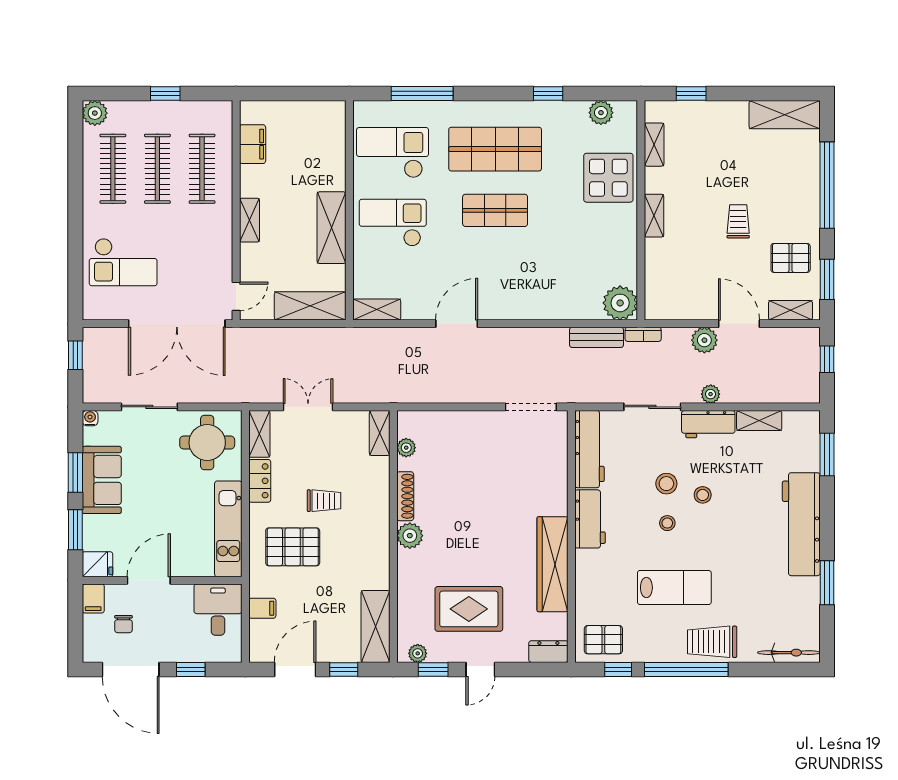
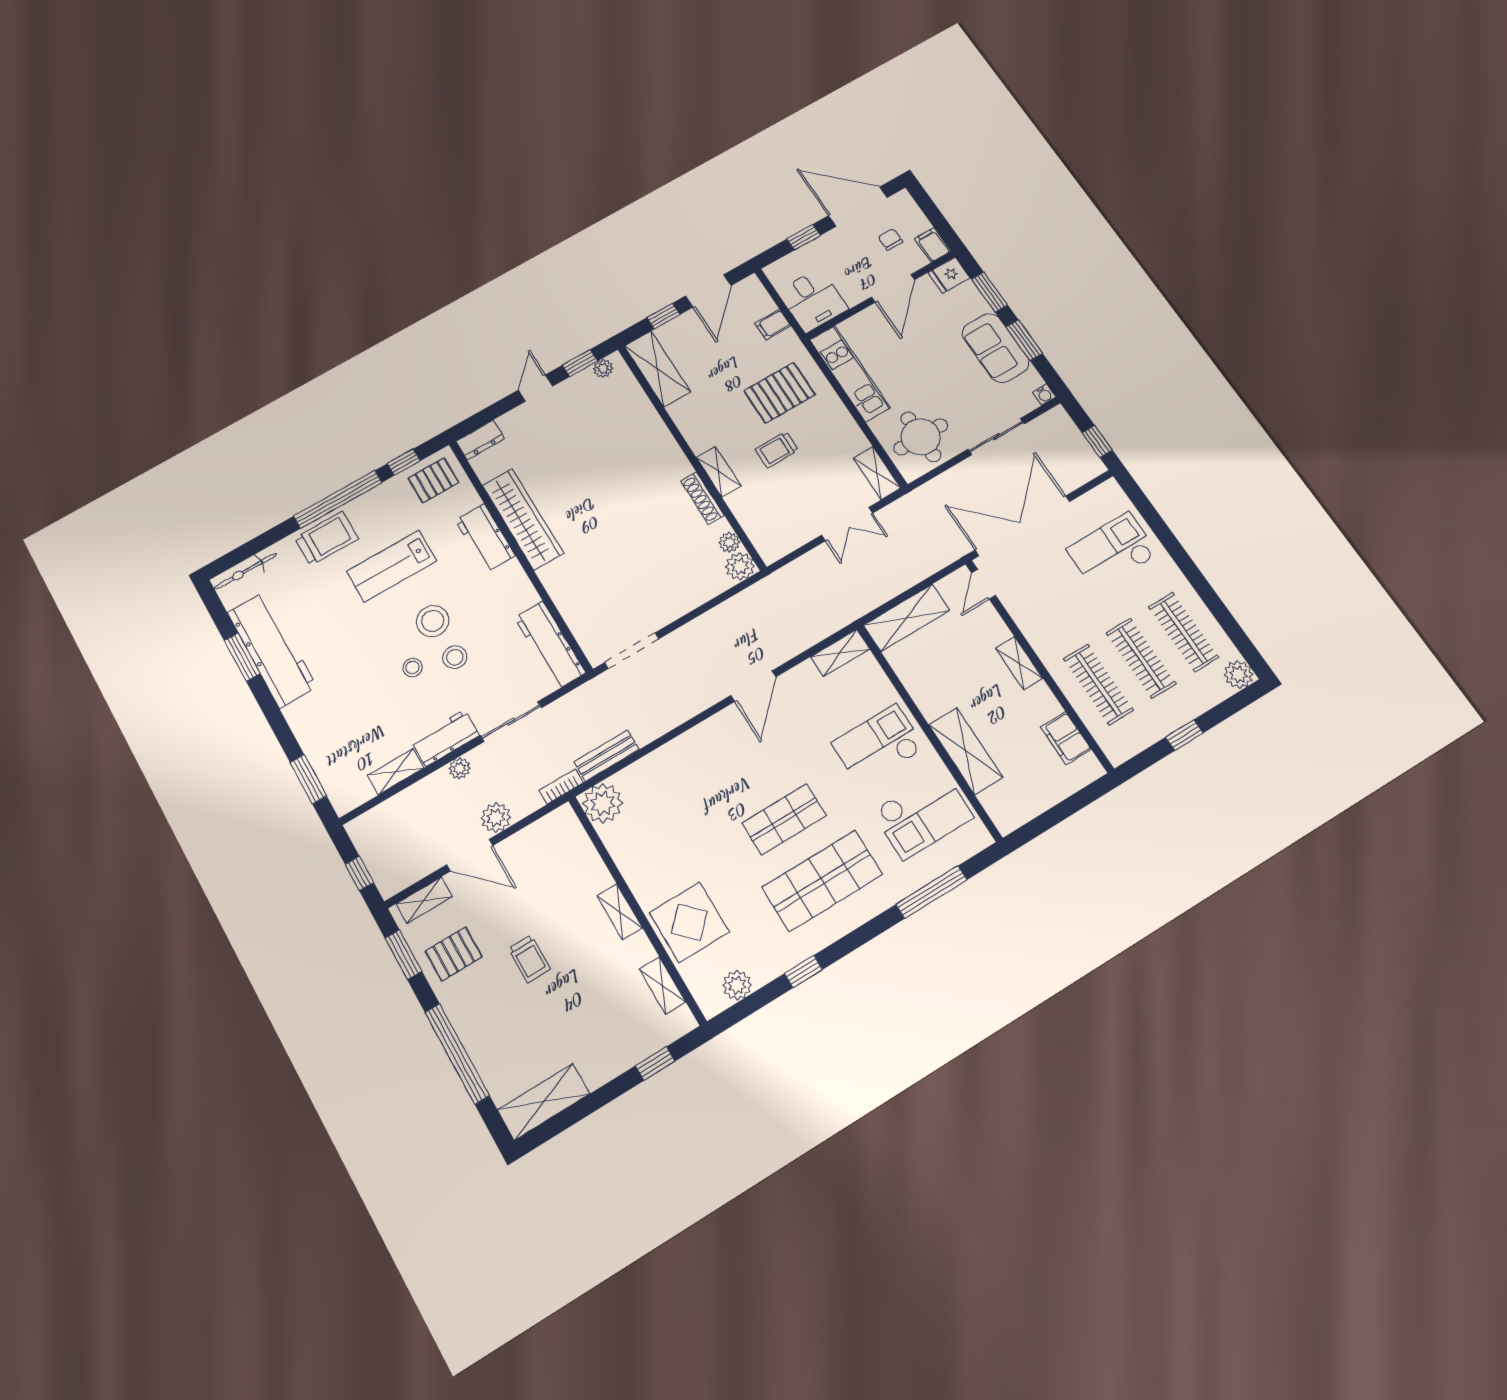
checkout: (393, 223) -> (878, 745), turned 180
shelving: (332, 228) -> (966, 751), moved
shelving: (380, 433) -> (719, 472), moved
locker: (260, 481) -> (849, 432), removed
workbench: (590, 519) -> (485, 538), moved
stool: (667, 523) -> (433, 621), width x1.89, depth x1.89
workbench: (801, 524) -> (272, 650), moved
plant: (410, 536) -> (740, 566), moved
rug: (469, 609) -> (579, 434), removed

